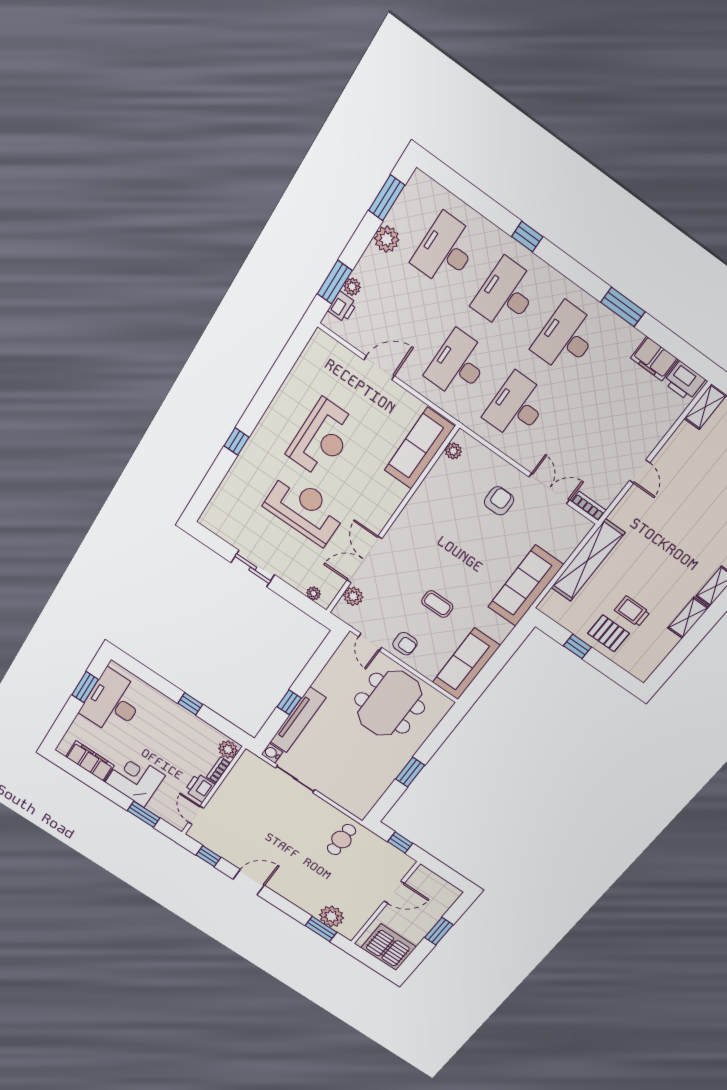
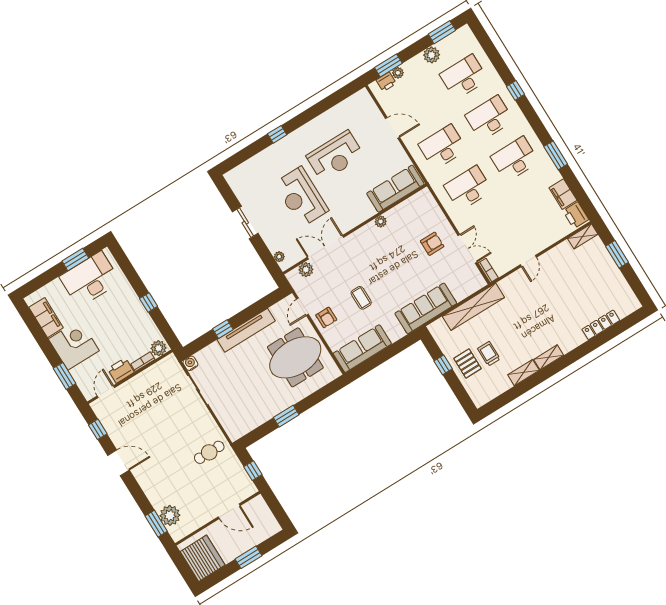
plant: (453, 451) -> (381, 222), moved
reception desk: (305, 509) -> (301, 197), turned 180
tv unit: (298, 720) -> (246, 330), moved

